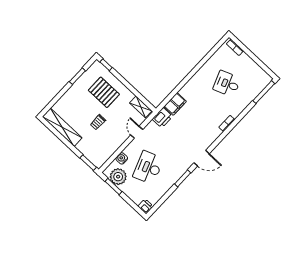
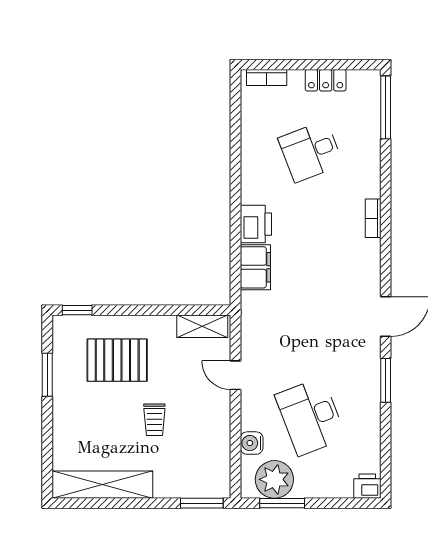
locker: (253, 66) -> (326, 80), added
printer: (162, 118) -> (256, 224), moved

